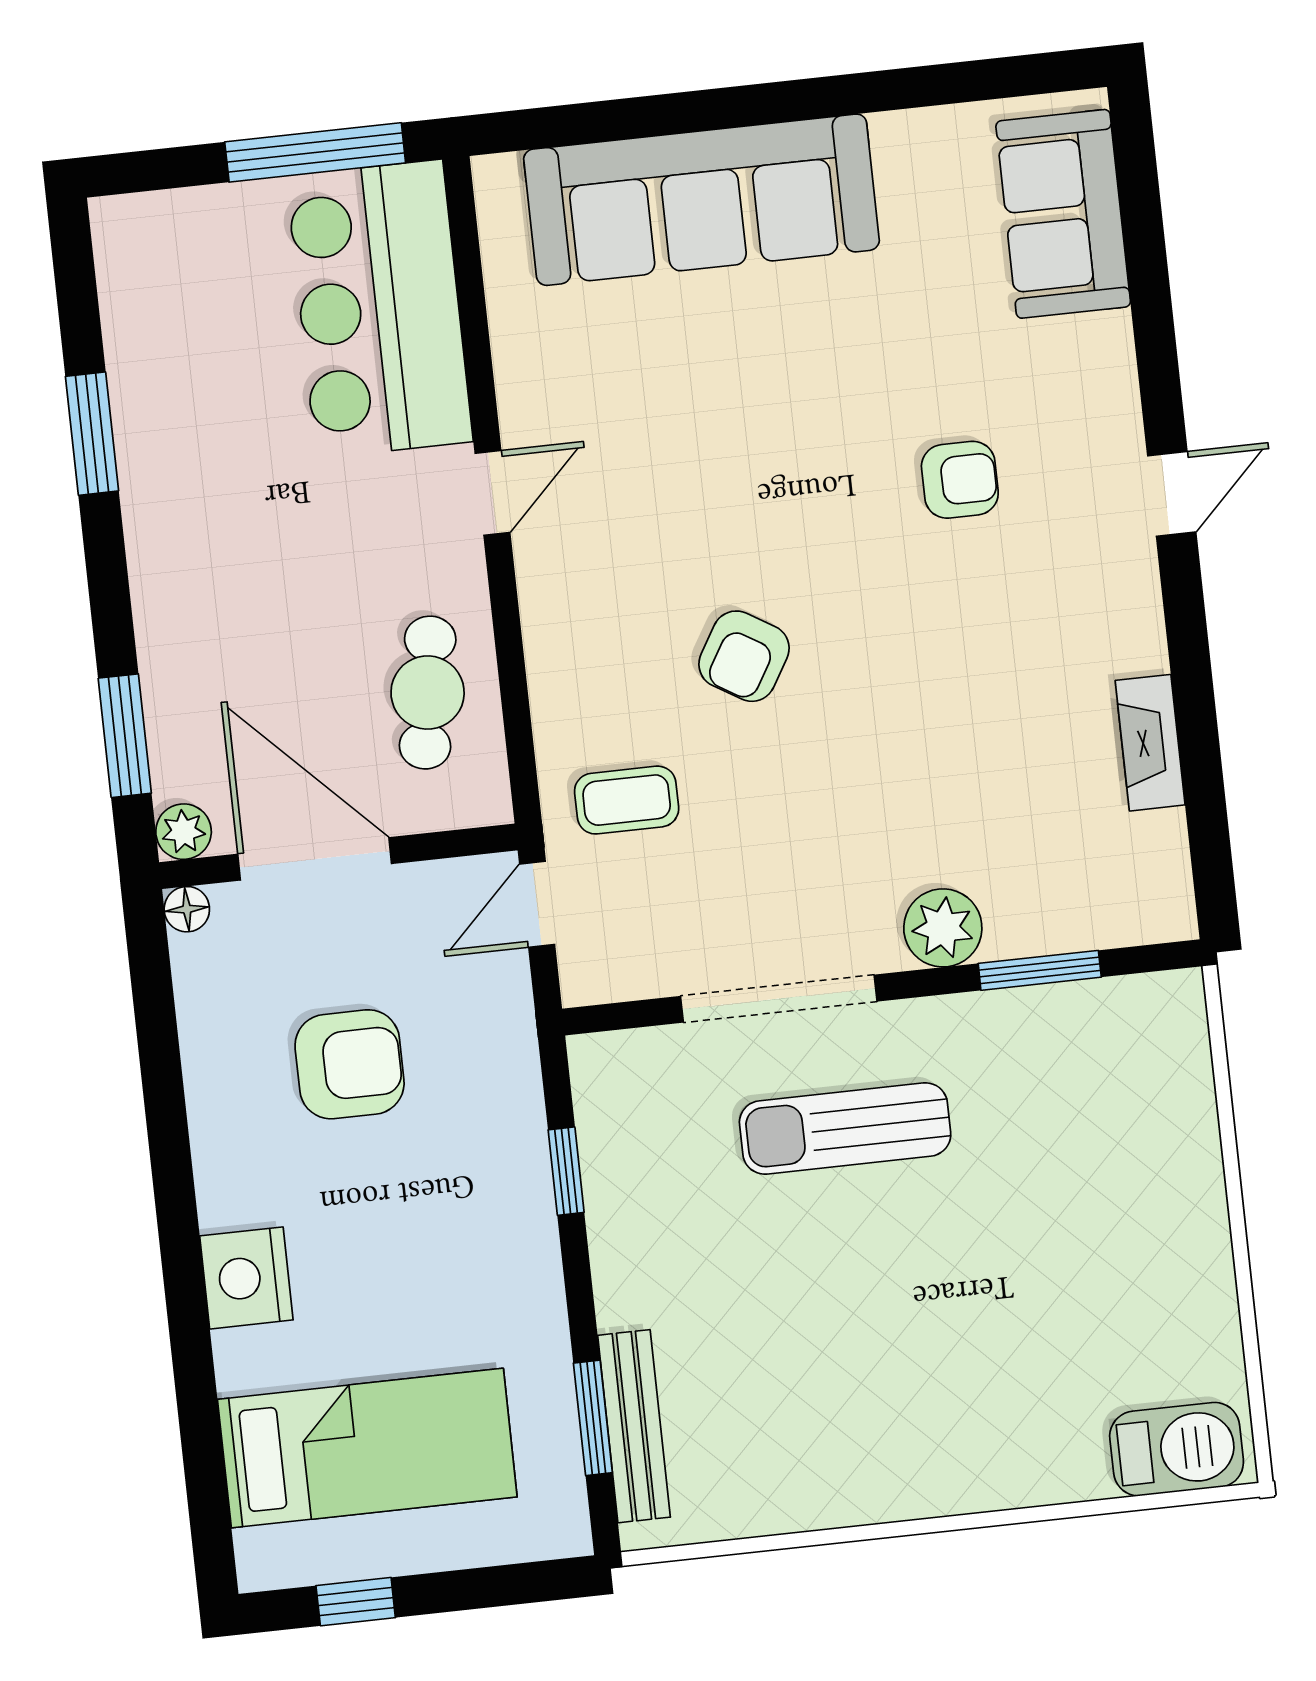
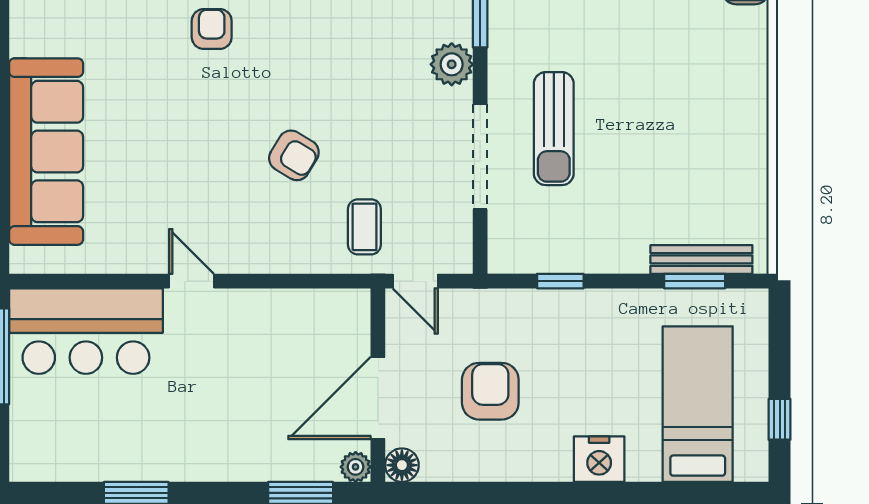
cafe table: (428, 693) -> (295, 328), removed
floor lamp: (187, 909) -> (402, 465), width x1.37, depth x1.37

